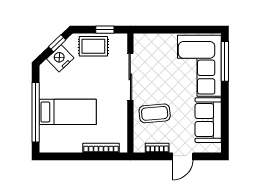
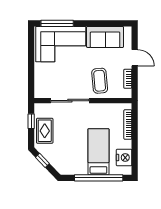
nightstand: (60, 58) -> (124, 158), moved, turned -136

